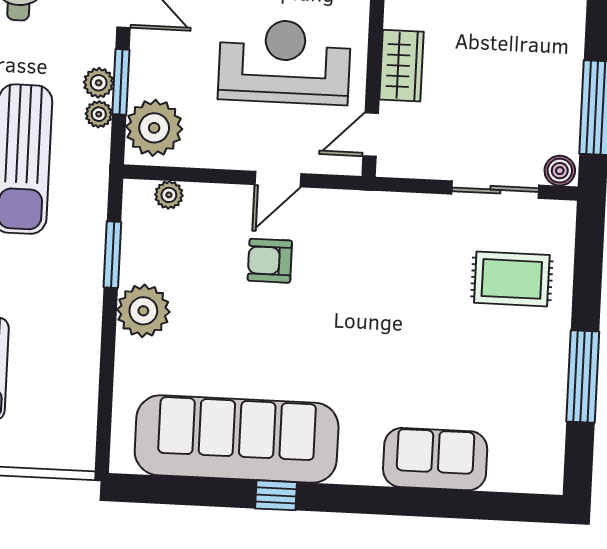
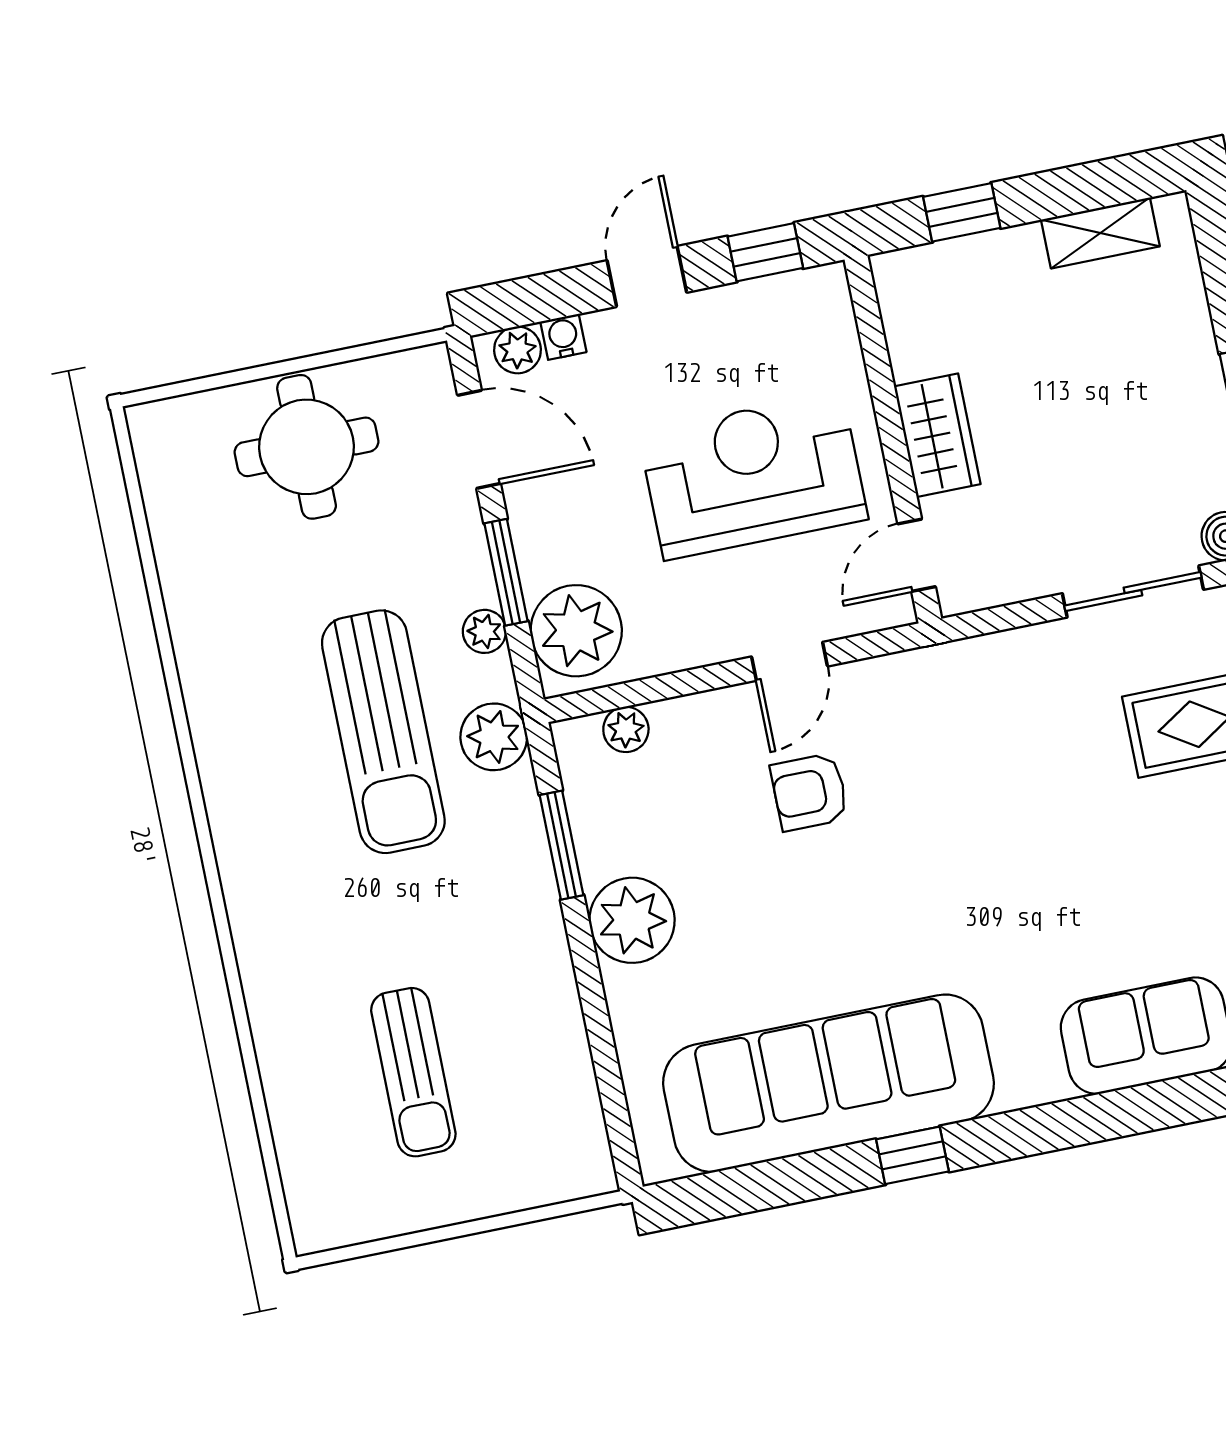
plant: (99, 83) -> (494, 737), moved, width x1.38, depth x1.38

